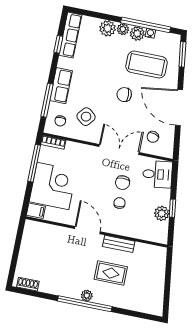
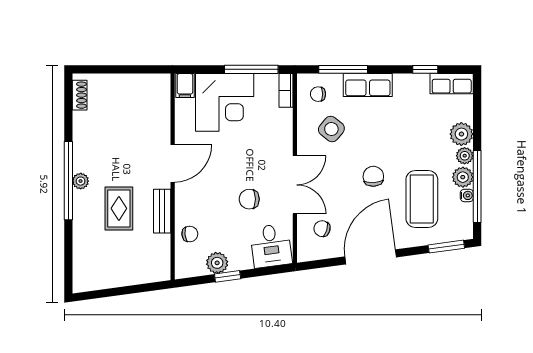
row of seats: (70, 35) -> (452, 84), width x0.68
chair: (119, 203) -> (190, 234), moved

